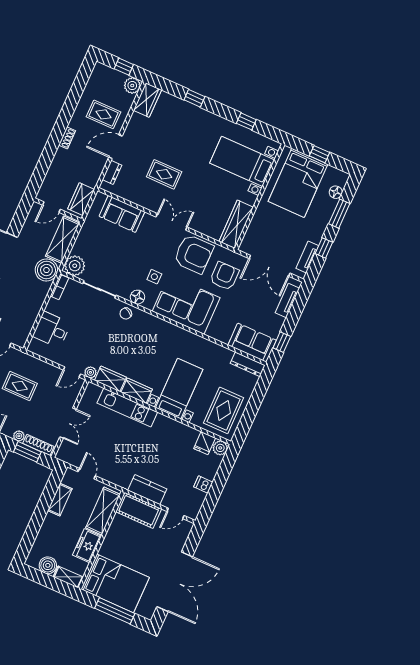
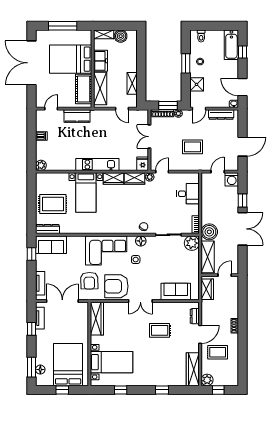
wardrobe: (147, 100) -> (193, 369), width x1.50
window: (339, 214) -> (32, 367), moved
kitchen unit: (127, 408) -> (97, 165), moved
rug: (224, 410) -> (53, 204), moved, turned 90
fridge: (205, 443) -> (143, 164), moved
cot: (139, 510) -> (84, 89), moved, turned 90
bed: (115, 583) -> (71, 59), moved

